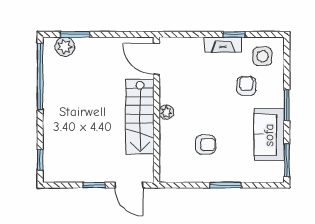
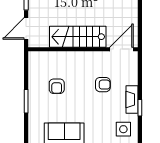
armchair: (246, 86) -> (103, 85), moved
plant: (166, 112) -> (81, 57), removed

